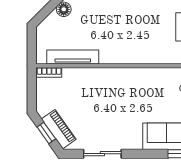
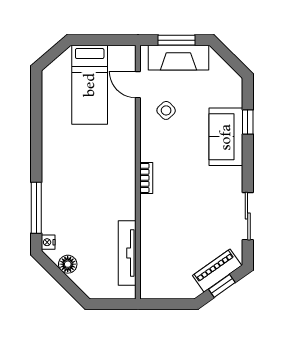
bookcase: (49, 72) -> (146, 178), moved

